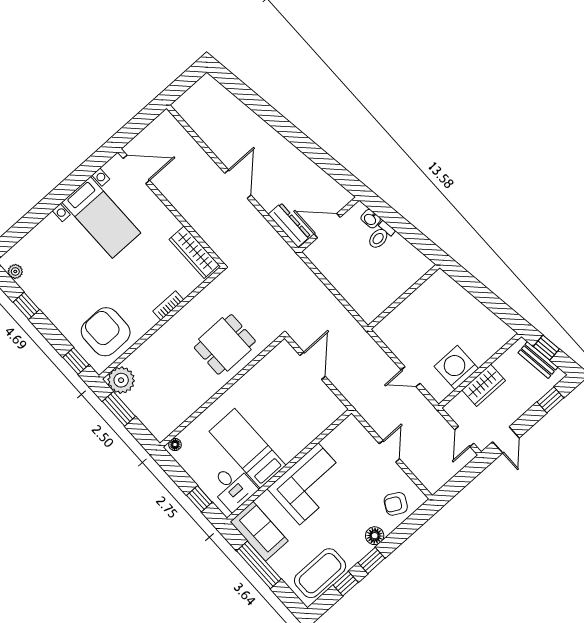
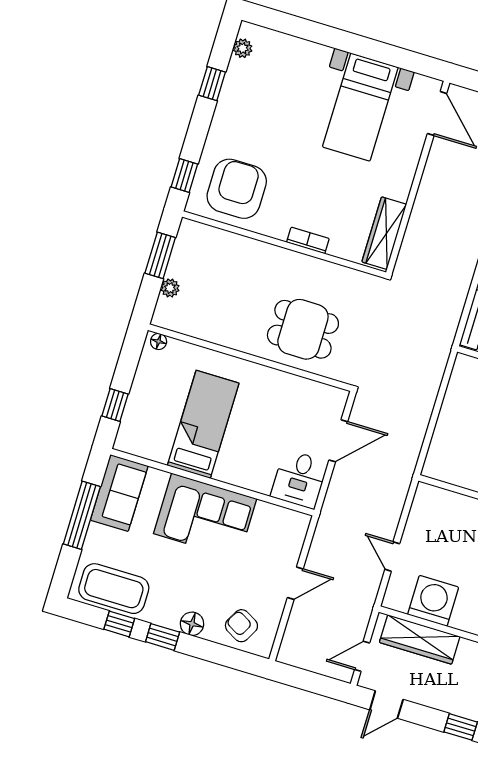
plant: (121, 380) -> (170, 288), moved, width x0.53, depth x0.53
wardrobe: (484, 385) -> (420, 639), width x1.50
desk: (233, 487) -> (299, 479), moved

